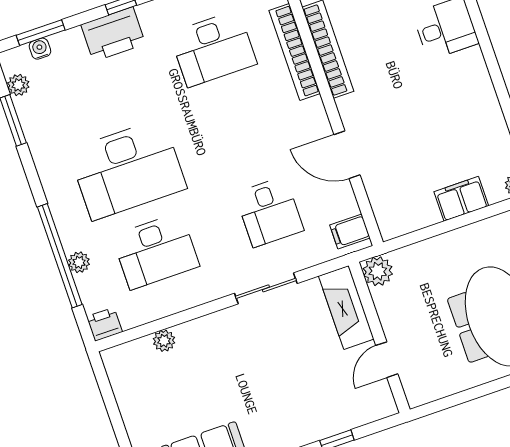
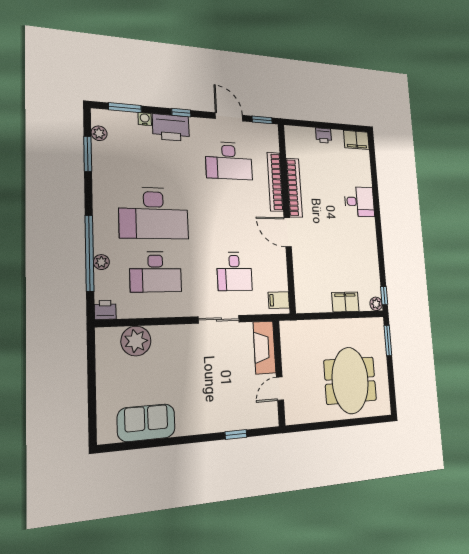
water cooler: (40, 49) -> (145, 119), moved
door: (347, 155) -> (288, 232), moved
plant: (378, 271) -> (289, 330), removed
plant: (164, 341) -> (136, 341), width x1.88, depth x1.88

